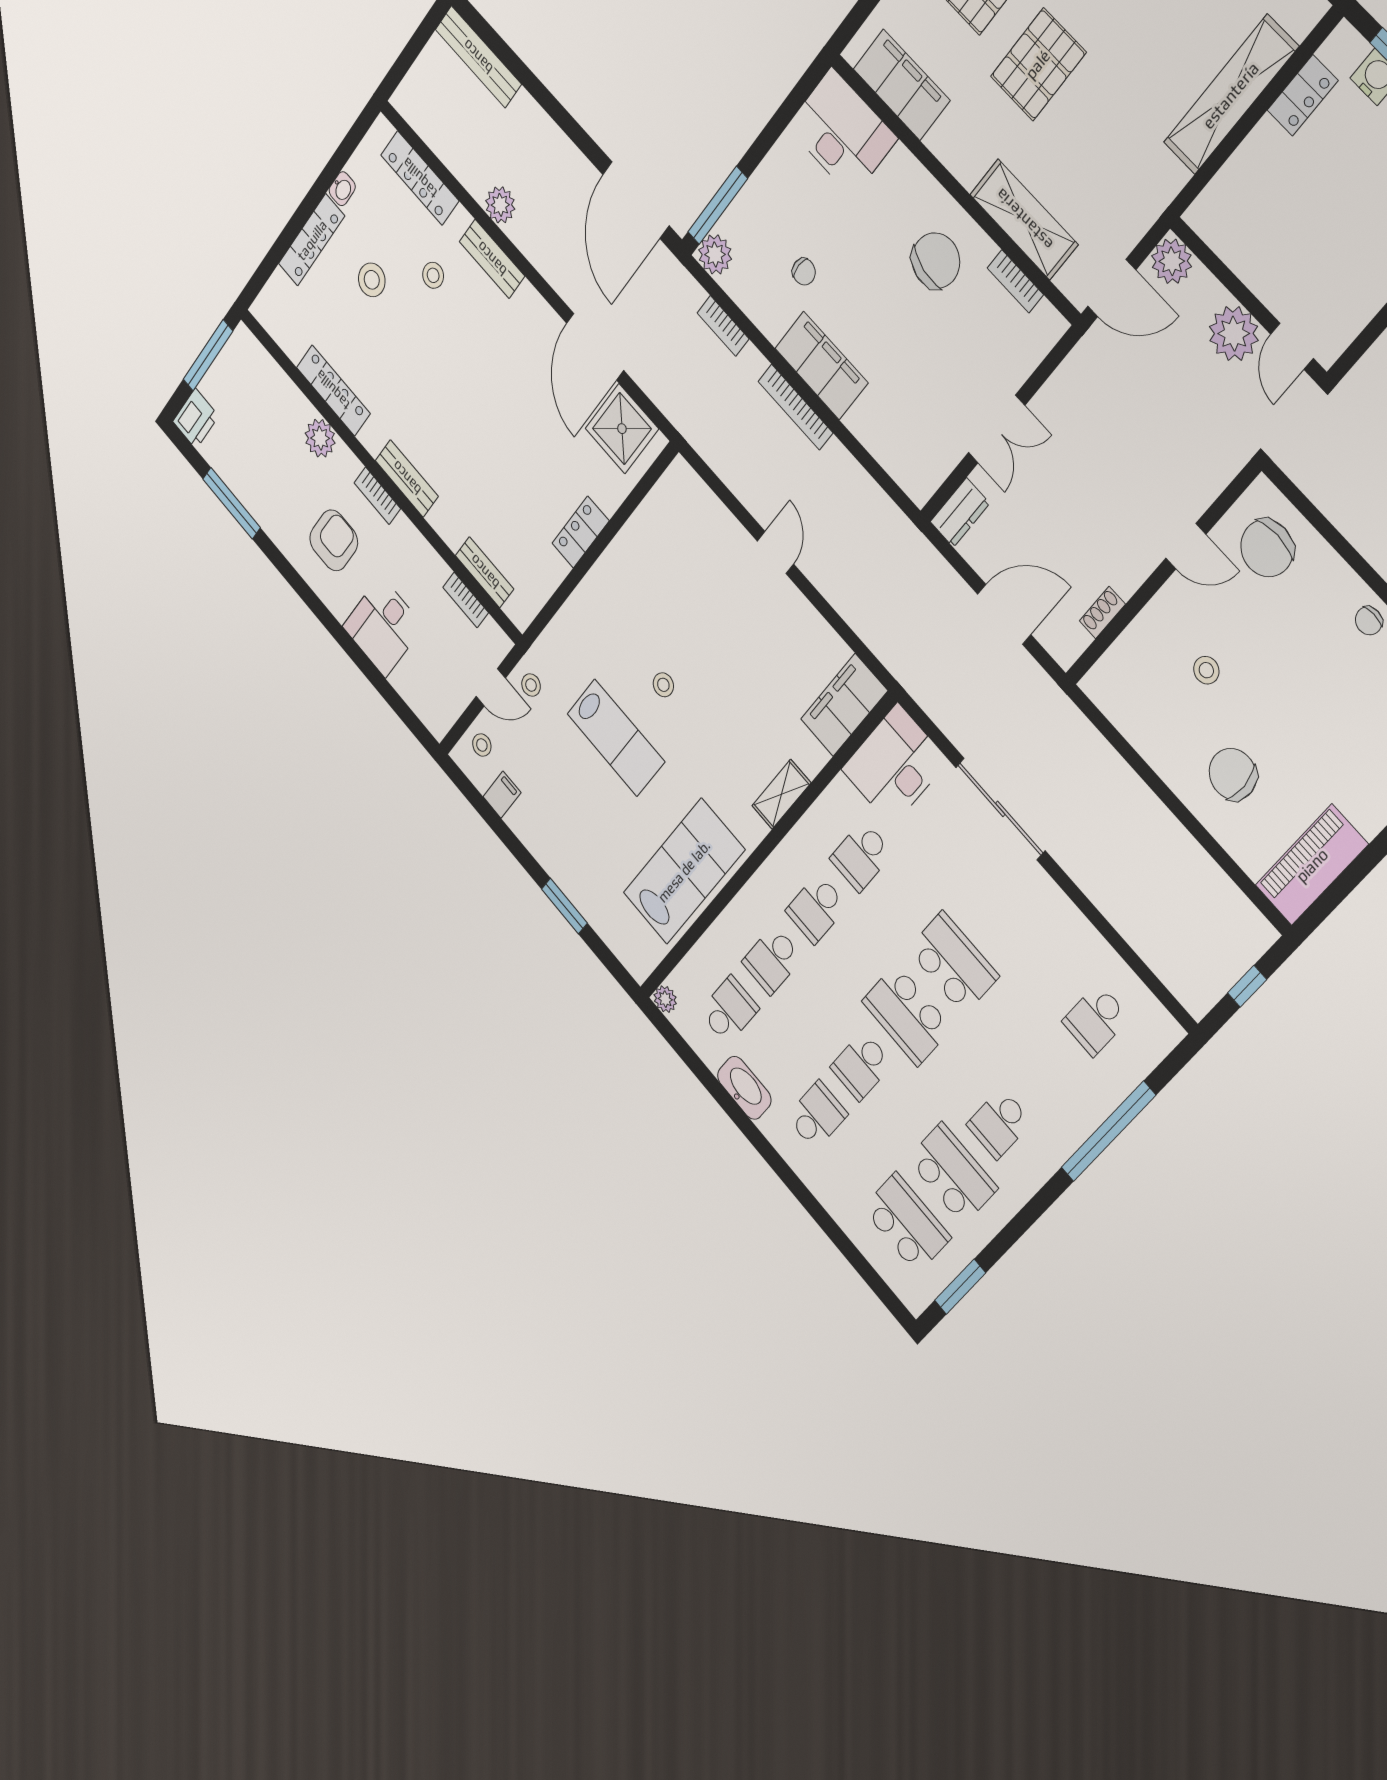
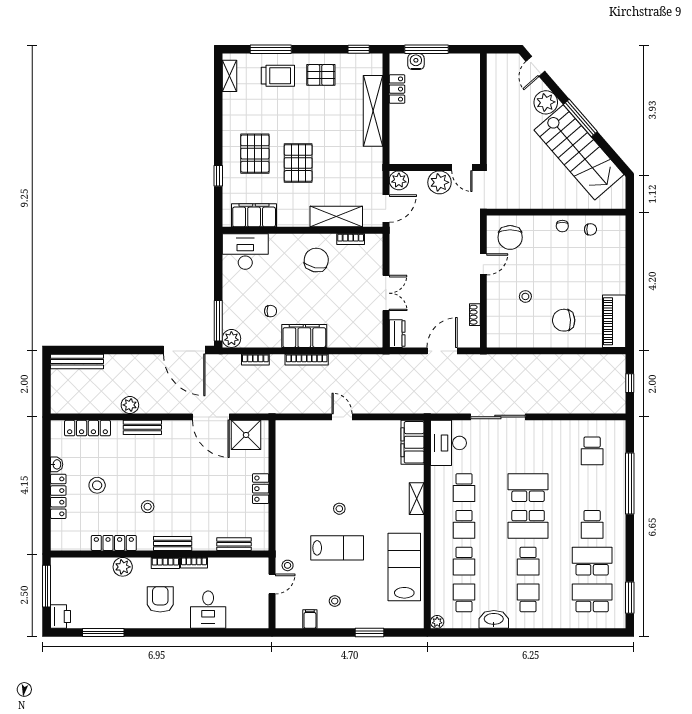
stool: (433, 275) -> (148, 507), moved
bookcase: (466, 600) -> (194, 563), moved
stool: (482, 745) -> (335, 601), moved

